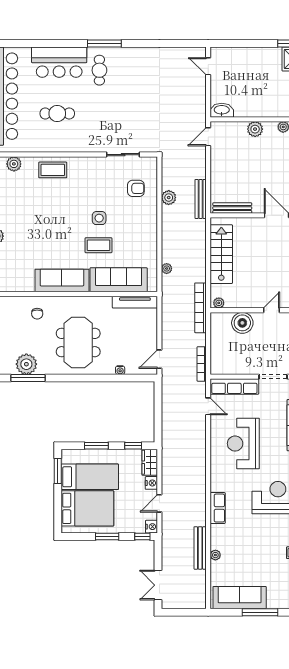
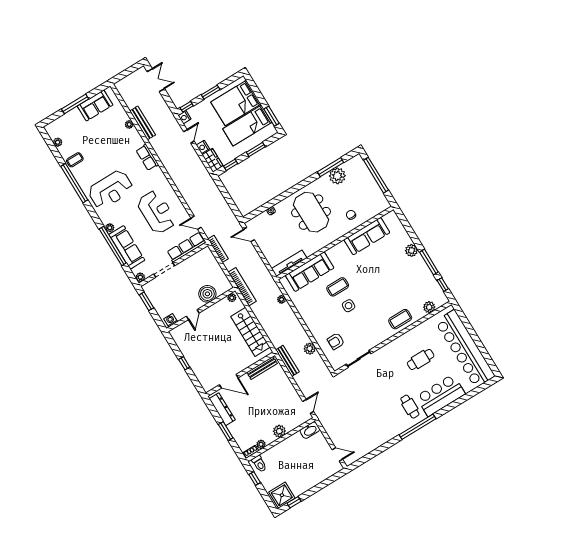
window: (104, 43) -> (418, 427), width x1.46
sofa: (62, 281) -> (367, 236), moved
door: (159, 359) -> (249, 235), swing flipped
sofa: (240, 598) -> (95, 106), width x0.73

